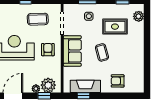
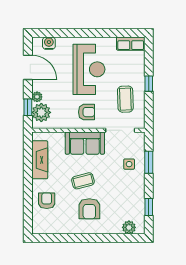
rug: (115, 27) -> (116, 197), removed
armchair: (124, 47) -> (89, 209), added
window: (83, 96) -> (28, 157), removed

